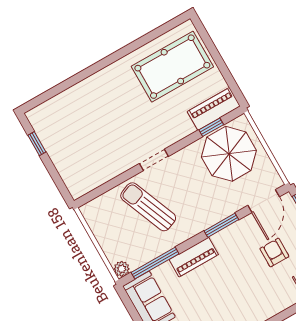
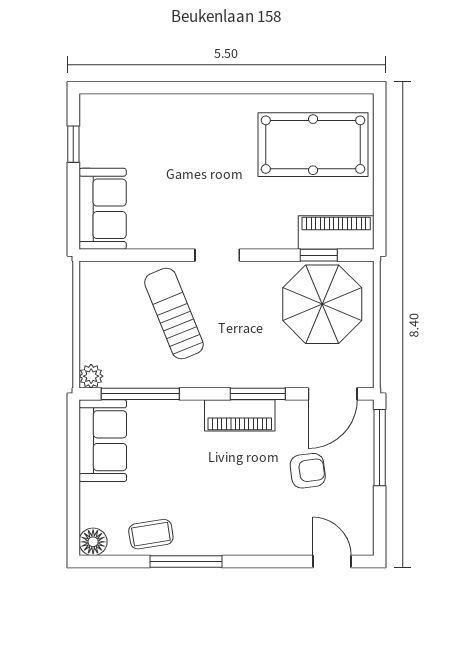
sofa: (74, 171) -> (103, 209), added
armchair: (274, 252) -> (308, 471), turned 83
piano: (194, 257) -> (240, 415), moved

